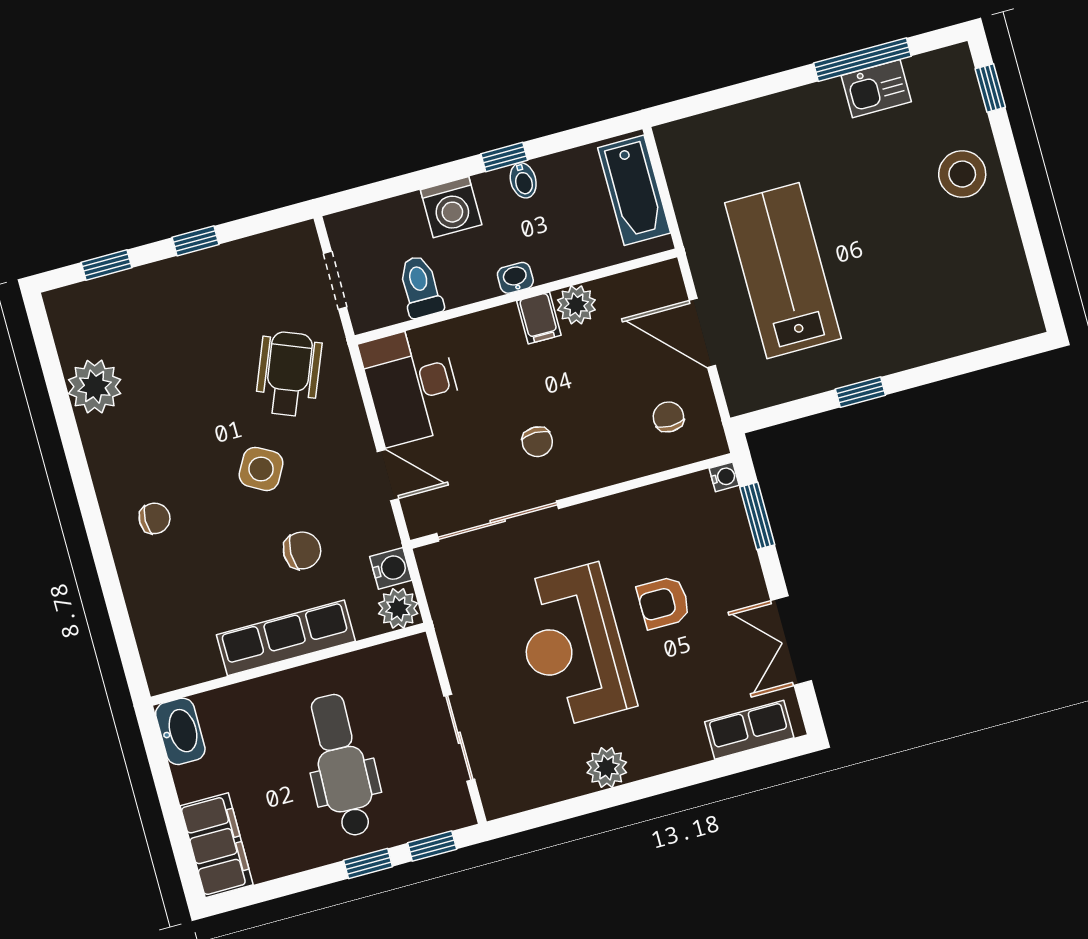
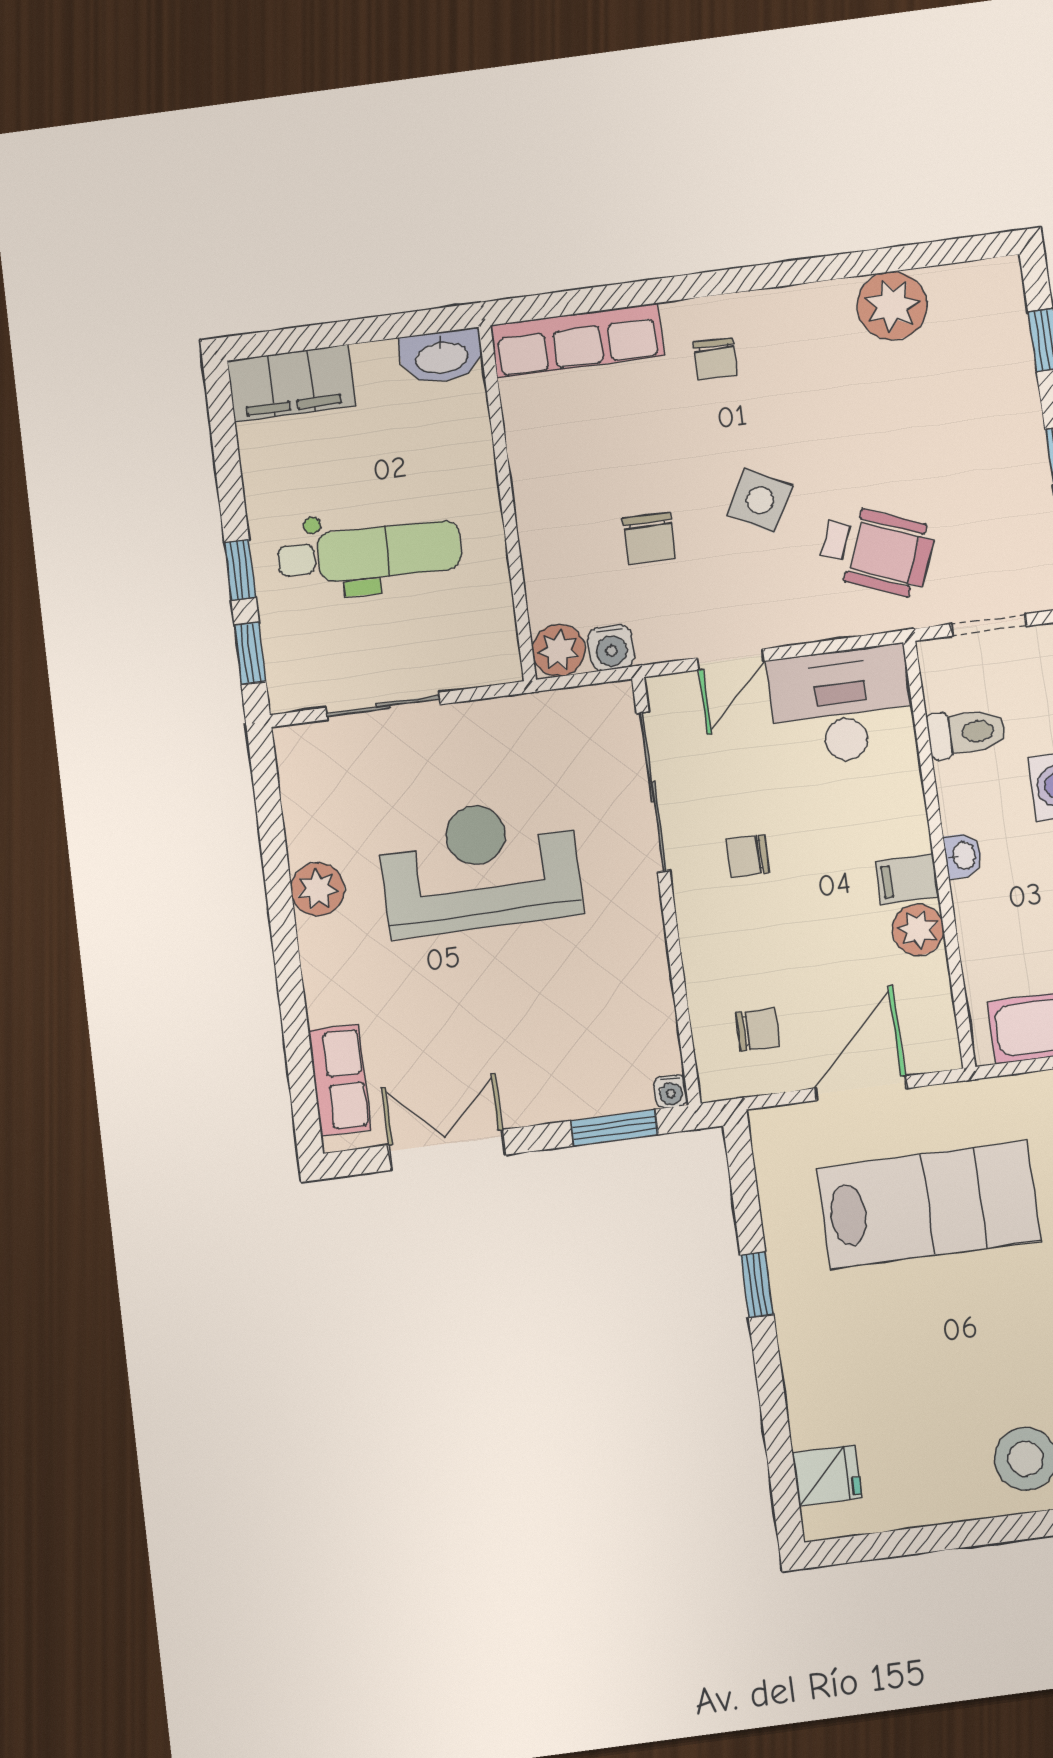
fridge: (995, 321) -> (827, 1475), added
armchair: (664, 603) -> (519, 991), removed
row of seats: (286, 638) -> (577, 341), moved, turned 90

